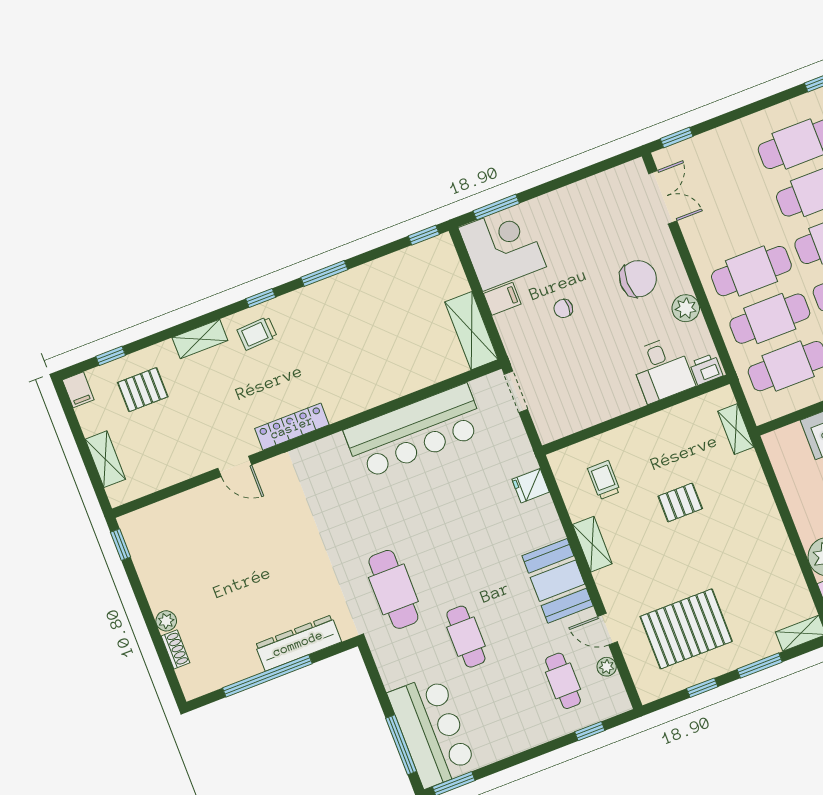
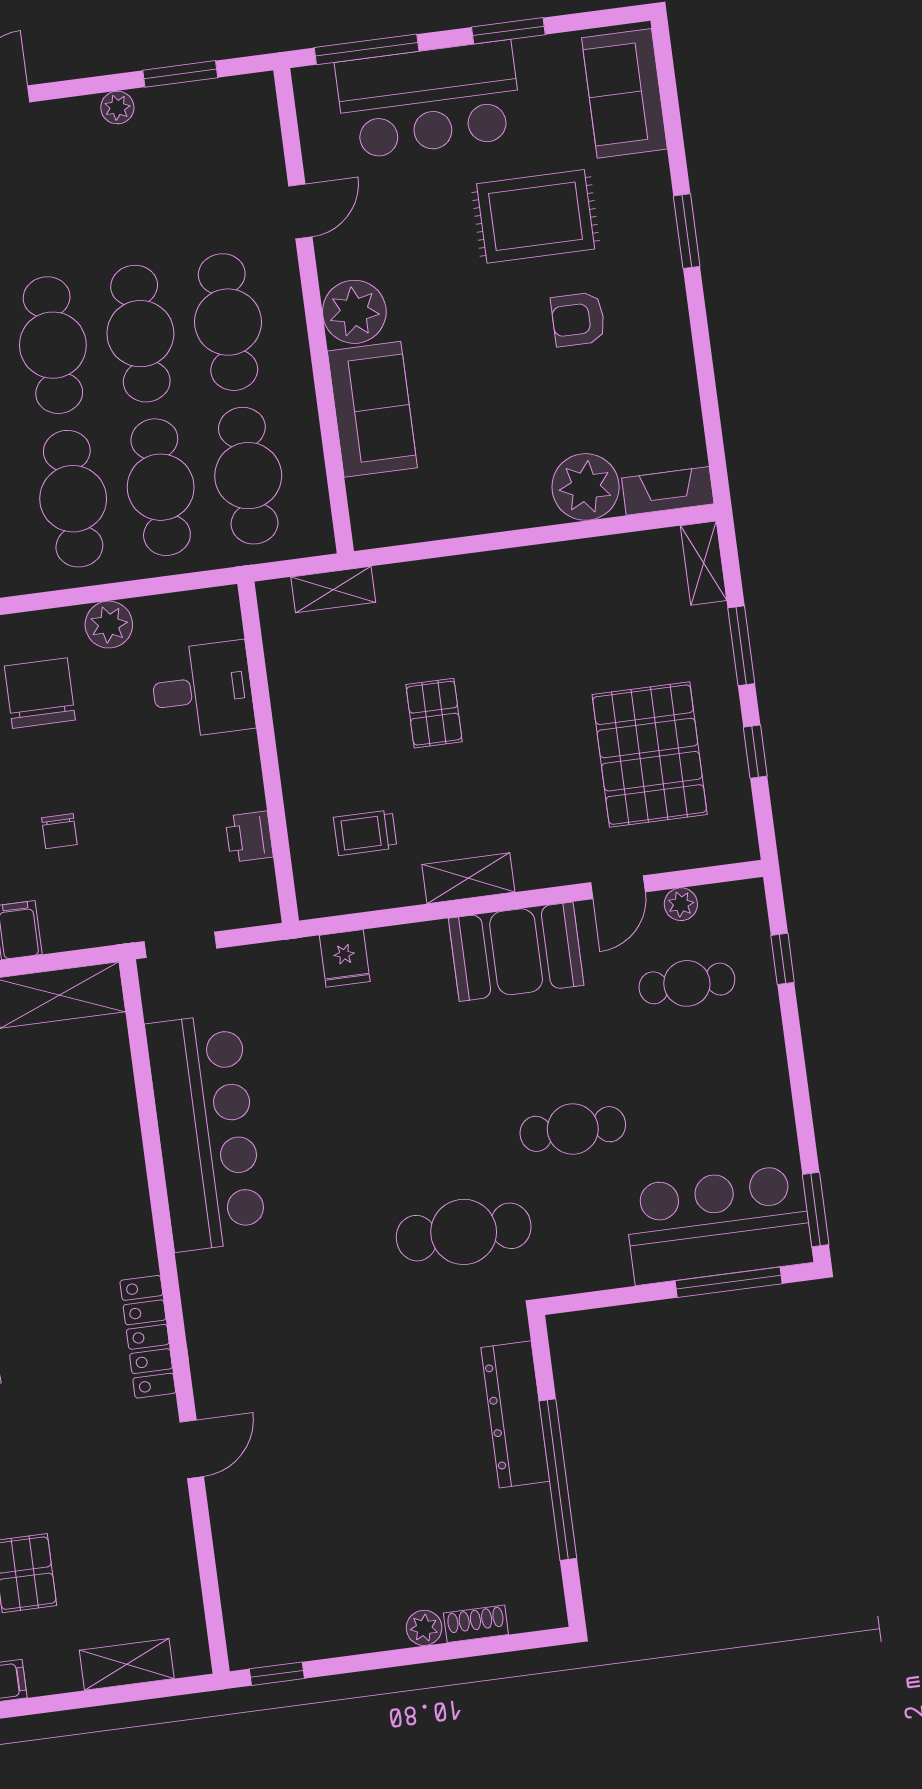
printer: (706, 369) -> (249, 837), moved

